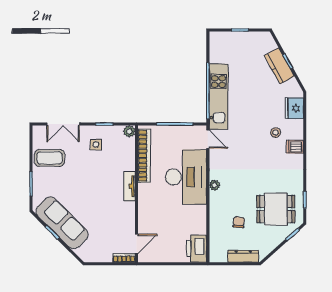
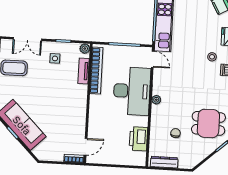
tv unit: (129, 186) -> (84, 71), moved
printer: (197, 249) -> (138, 139), moved
dresser: (243, 256) -> (164, 162), moved

